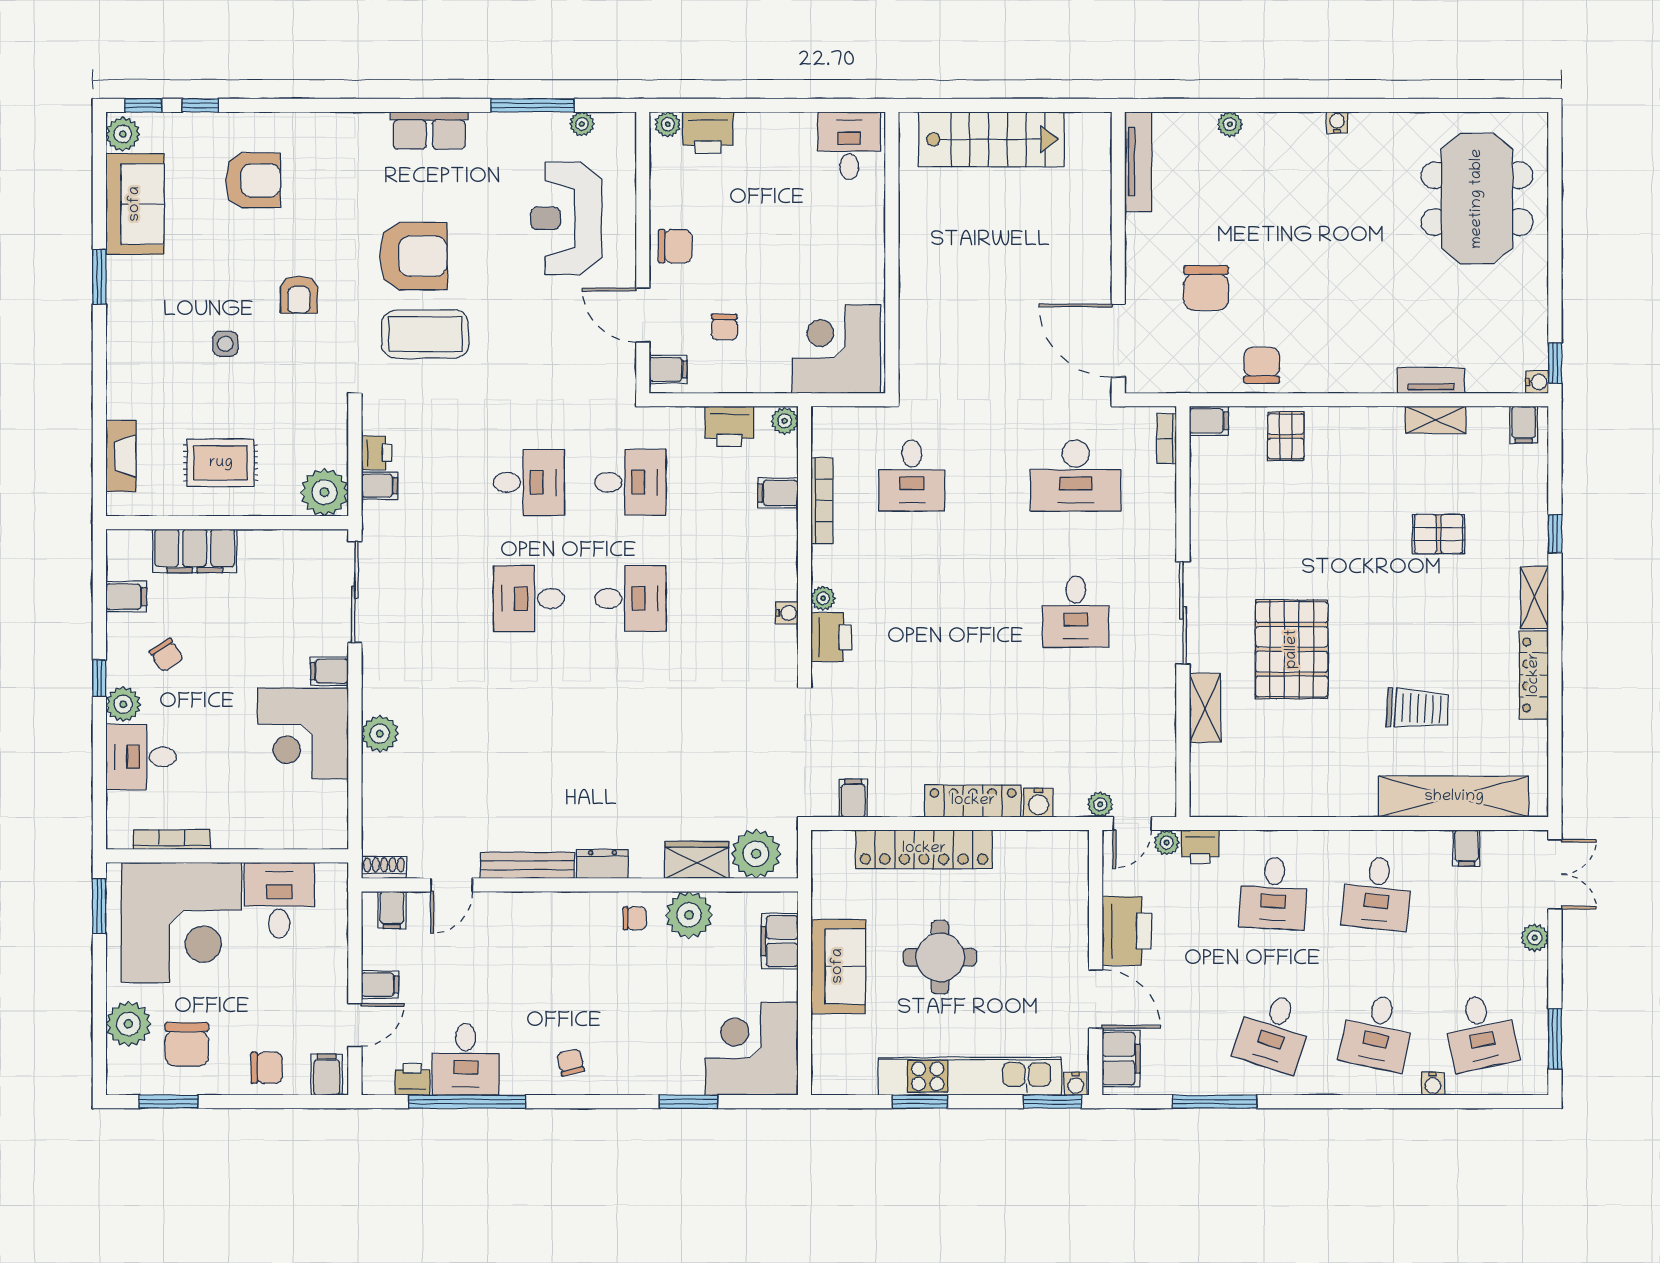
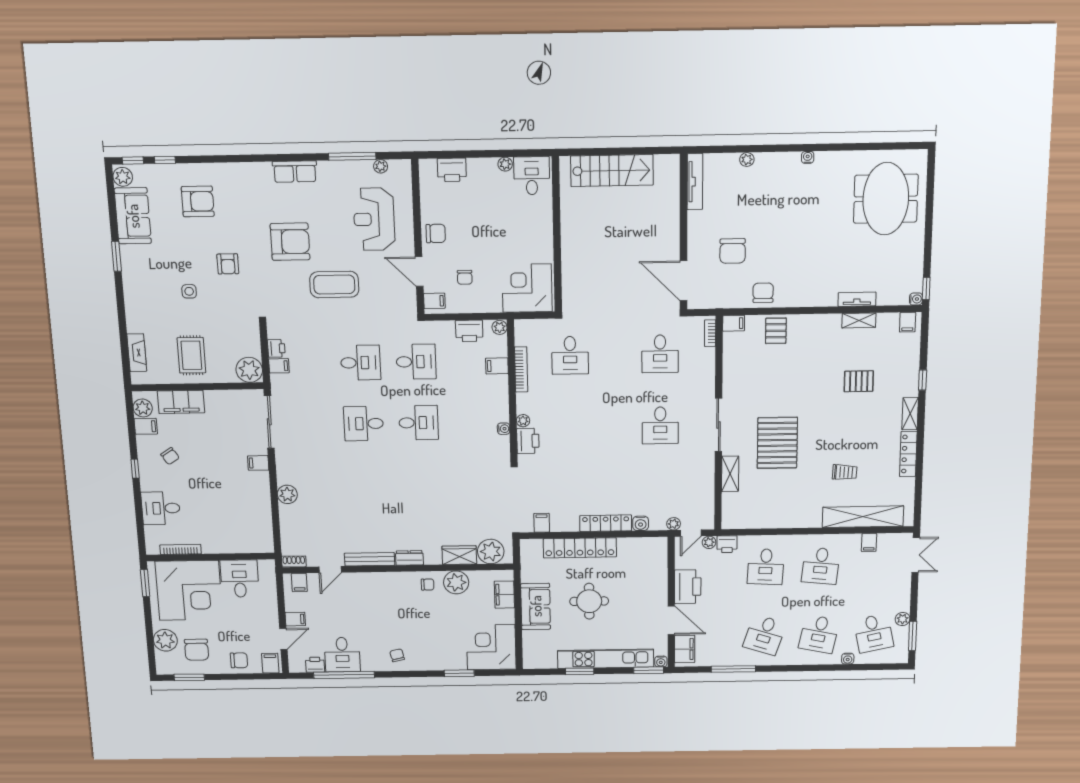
plant: (668, 124) -> (505, 164), moved
coffee table: (425, 334) -> (334, 284), moved
rug: (221, 463) -> (191, 355), turned 90
desk: (1076, 476) -> (660, 354), width x0.73
plant: (123, 704) -> (143, 408), moved
trolley: (1417, 708) -> (845, 472), width x0.73, depth x0.72
corner desk: (303, 733) -> (246, 495), removed
plant: (1535, 938) -> (903, 619), moved

